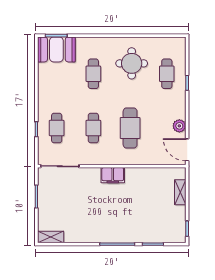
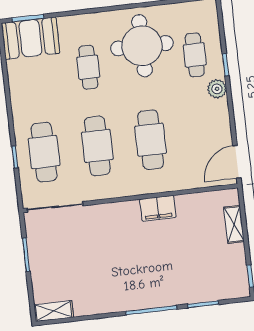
round table: (132, 63) -> (142, 46), width x1.36, depth x1.36
plant: (179, 126) -> (217, 89), moved
cafe table: (57, 128) -> (44, 152), width x1.37, depth x1.35
cafe table: (93, 128) -> (97, 146), width x1.37, depth x1.35
door: (187, 150) -> (237, 162), hinge flipped
filing cabinet: (113, 175) -> (158, 208), moved

